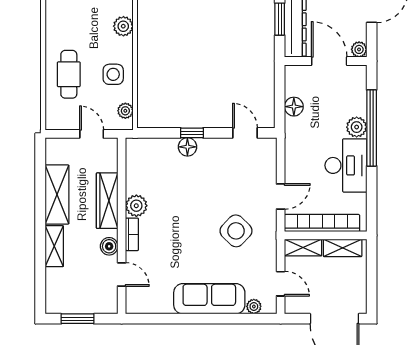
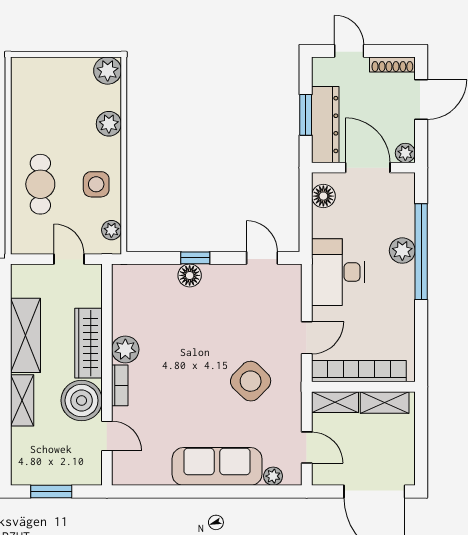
floor lamp: (294, 107) -> (323, 196), moved
desk: (346, 165) -> (338, 272), moved, turned 180
boiler: (109, 246) -> (82, 400), width x1.86, depth x1.86

